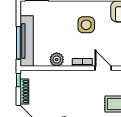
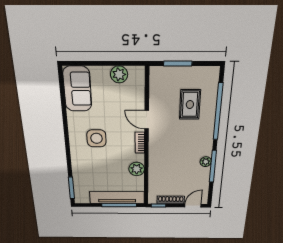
door: (103, 68) -> (147, 120), hinge flipped

